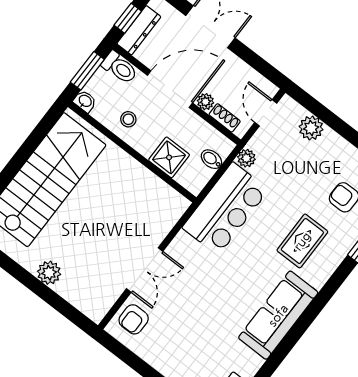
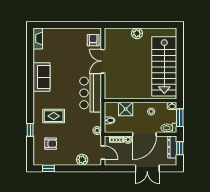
bar counter: (225, 209) -> (91, 93), moved
rug: (302, 241) -> (54, 116), turned 90
sofa: (278, 315) -> (42, 77), width x0.73

